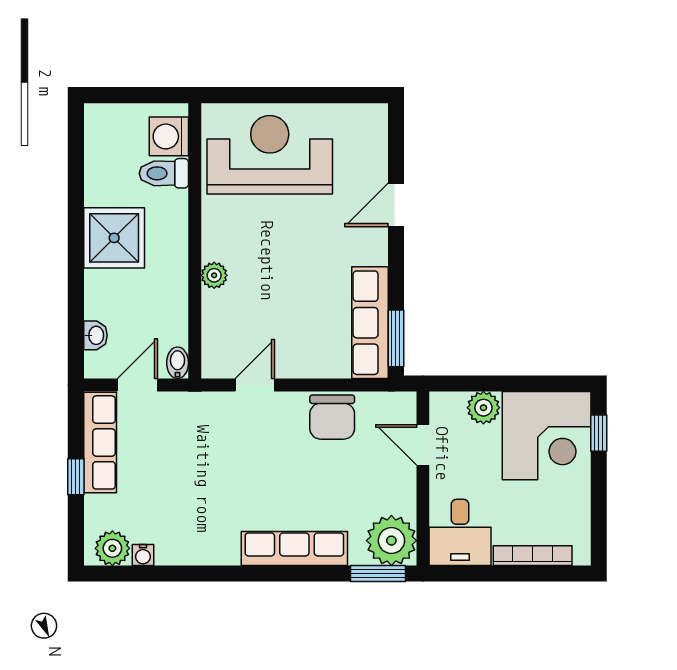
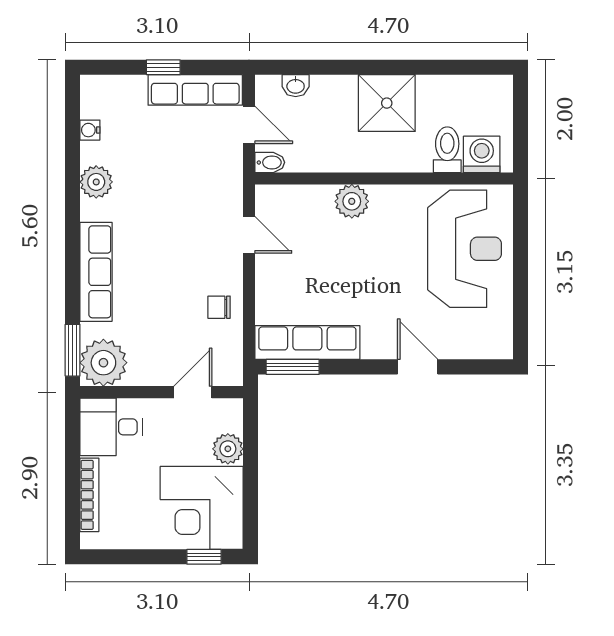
plant: (214, 275) -> (352, 201), width x1.38, depth x1.38
chair: (332, 417) -> (219, 307), width x0.54, depth x0.54
plant: (112, 548) -> (96, 182), moved

